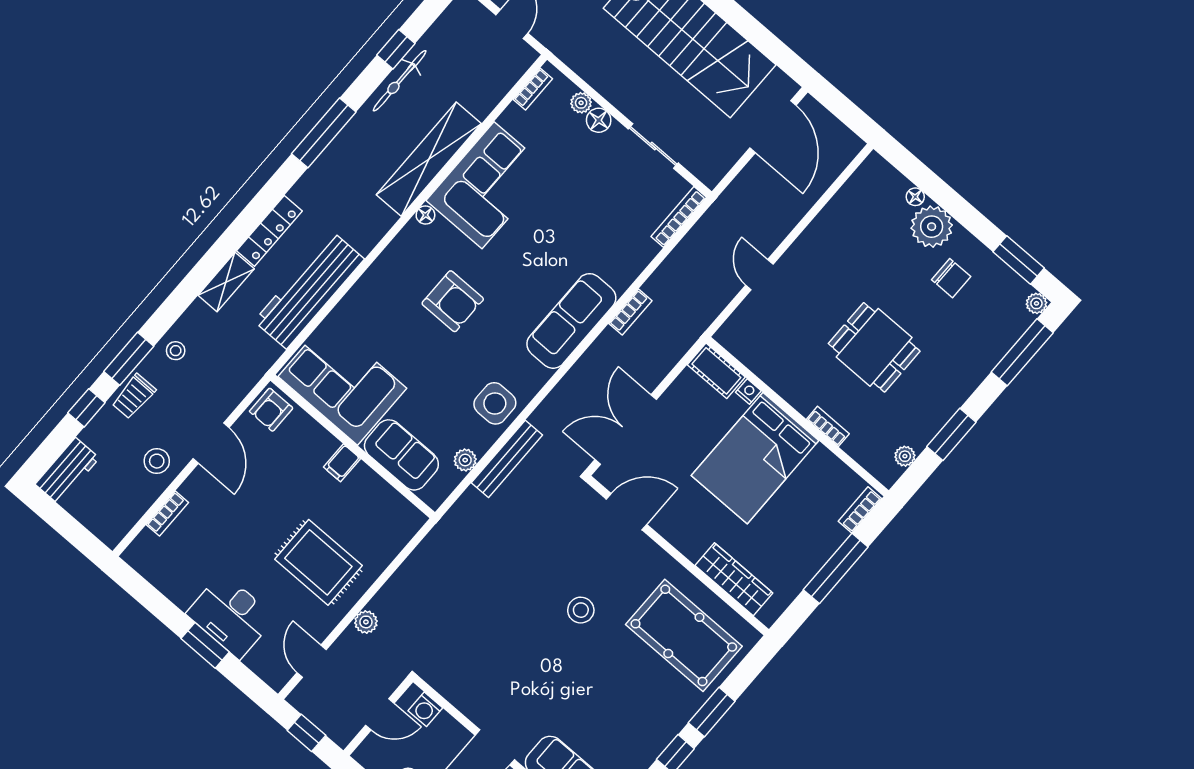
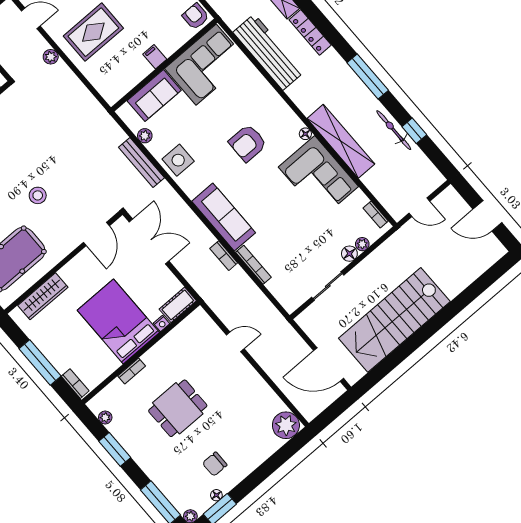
floor lamp: (915, 197) -> (216, 495), moved
bookcase: (679, 217) -> (253, 265), moved
plant: (932, 227) -> (286, 425), moved

